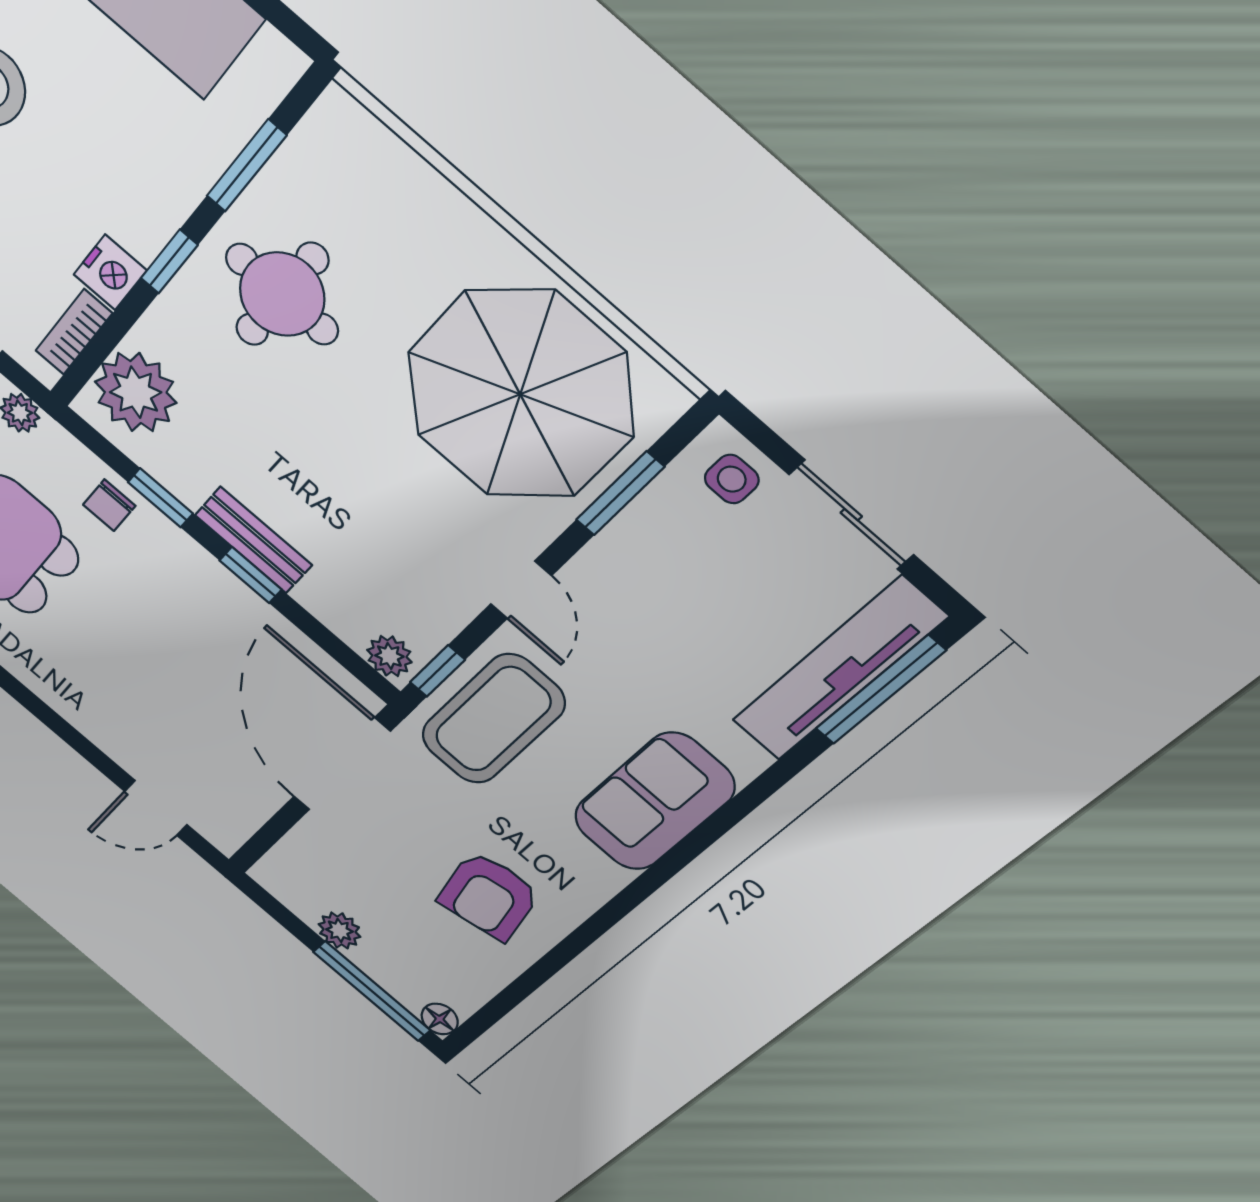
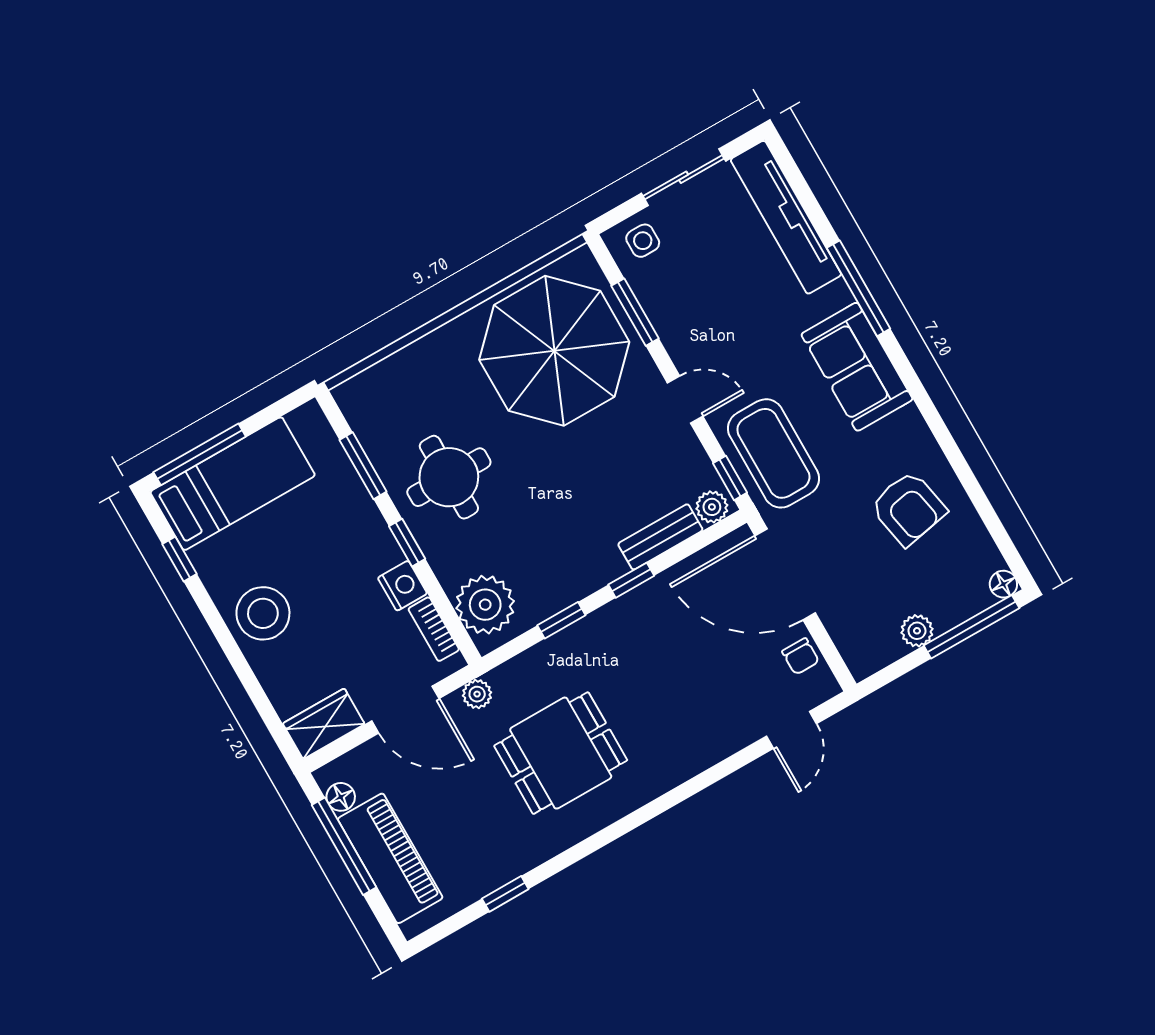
chair: (109, 505) -> (801, 656), moved
bench: (253, 540) -> (660, 537), moved
window: (880, 690) -> (858, 288), moved

